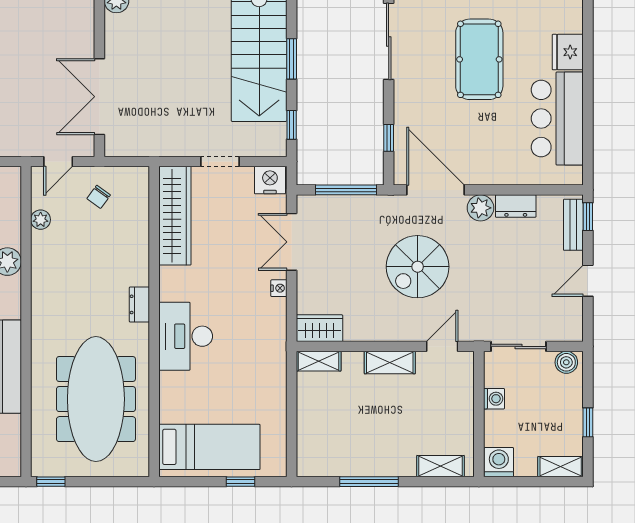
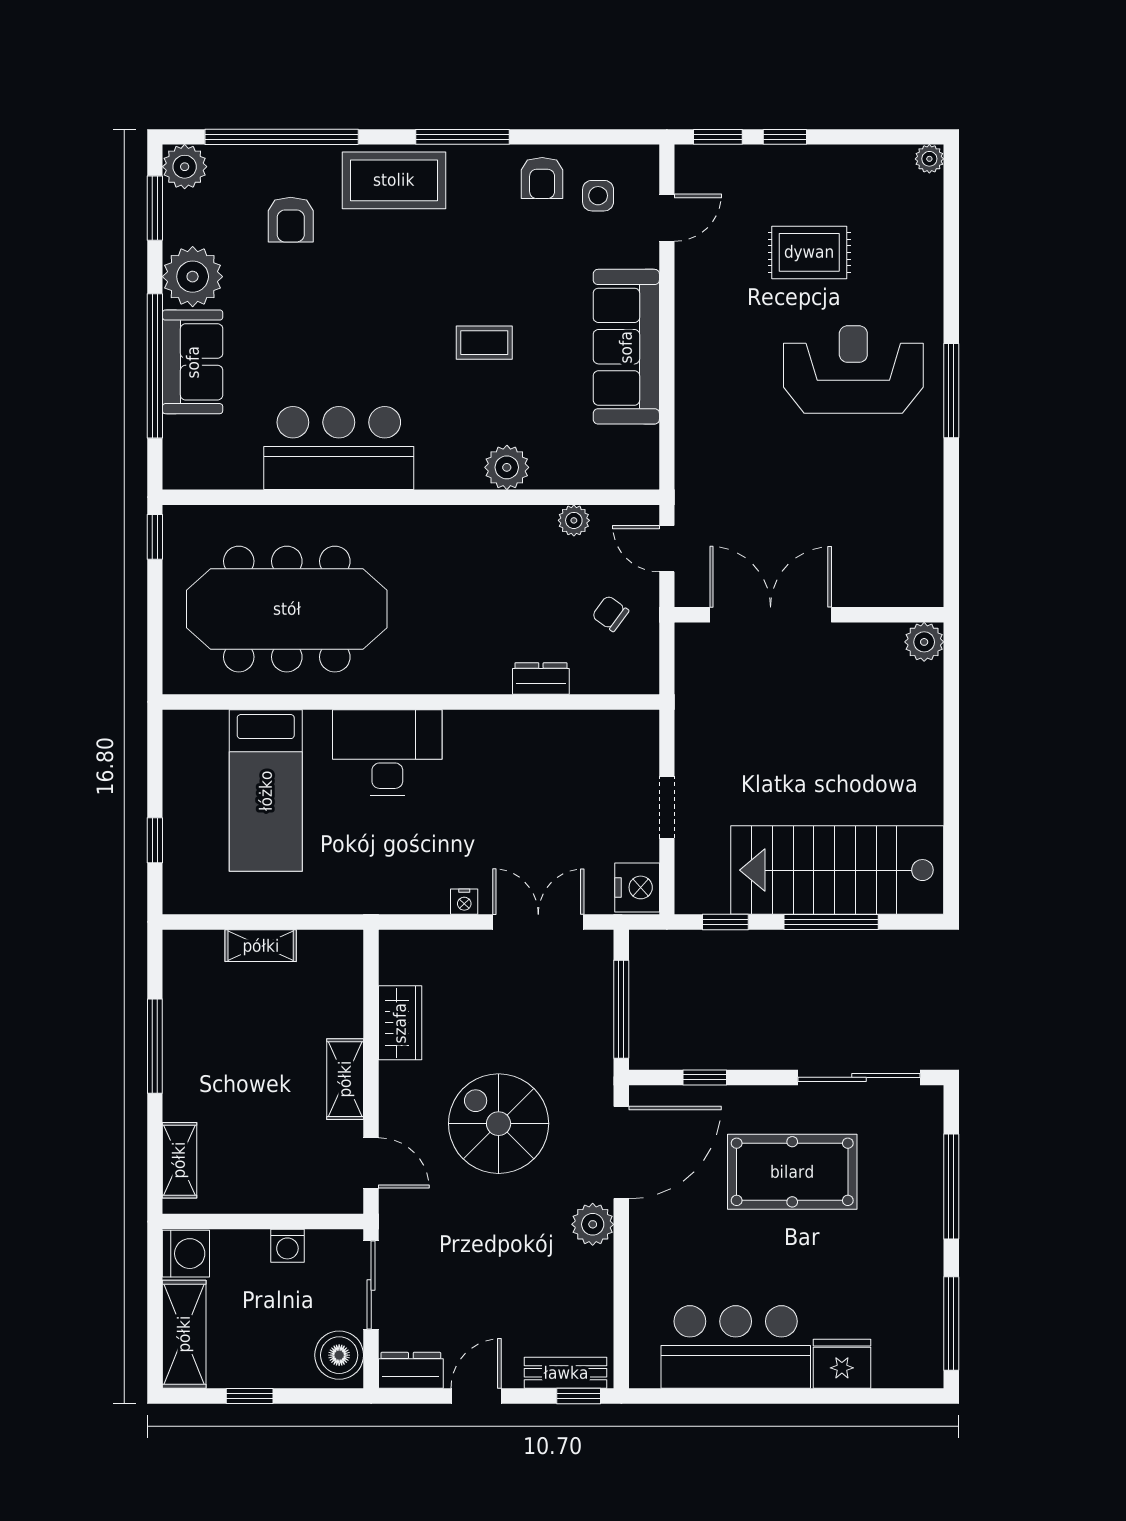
window: (292, 59) -> (831, 922), width x1.44
pool table: (479, 59) -> (792, 1172), moved
dresser: (516, 206) -> (411, 1370), moved, turned 90
wardrobe: (175, 216) -> (580, 735), removed
door: (588, 281) -> (476, 1396), hinge flipped
dresser: (139, 304) -> (541, 679), moved
wardrobe: (319, 328) -> (400, 1023), moved
shelving: (319, 361) -> (261, 946), moved, turned 90
boiler: (566, 362) -> (339, 1355), width x1.36, depth x1.36
bed: (209, 447) -> (266, 791), moved
shelving: (561, 467) -> (184, 1334), width x1.50, depth x1.33

